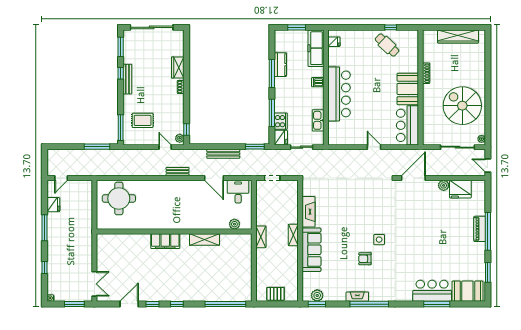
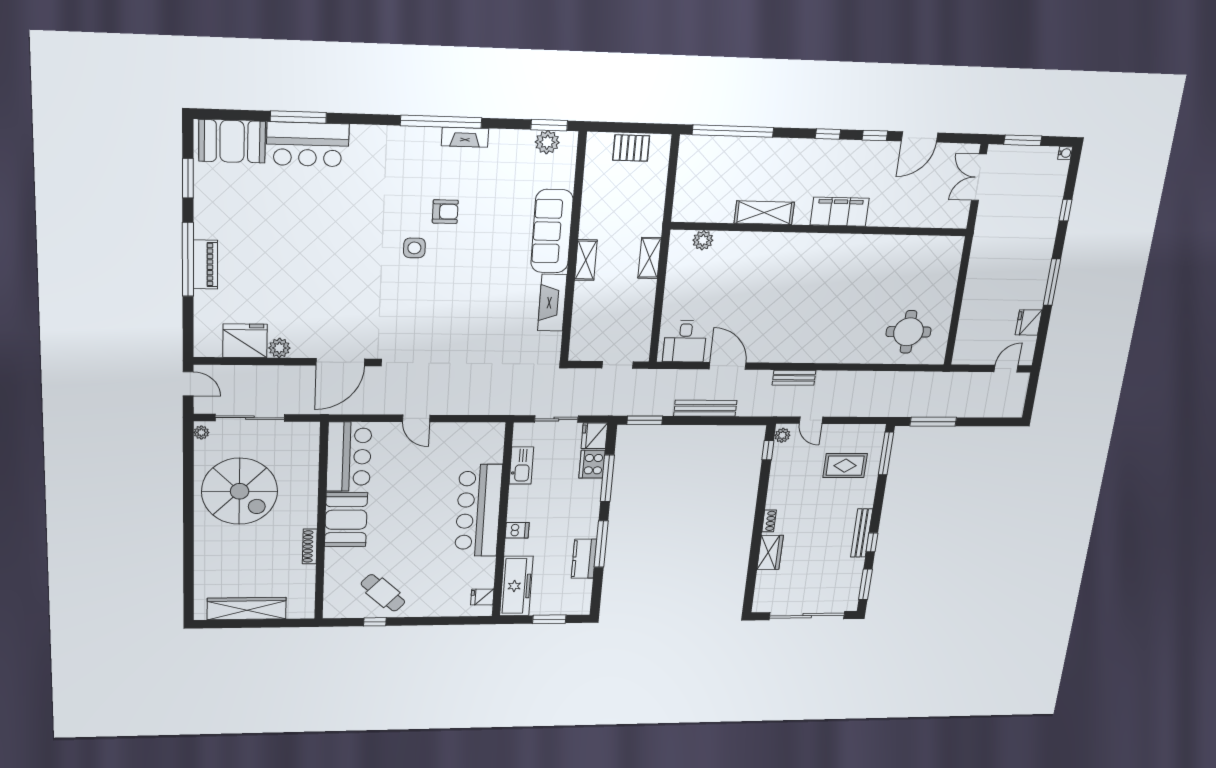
round table: (119, 198) -> (908, 332), width x0.73, depth x0.73
plant: (234, 224) -> (703, 240), moved
wall: (174, 232) -> (820, 229), moved
shelving: (204, 240) -> (764, 213), moved
filing cabinet: (165, 241) -> (840, 212), moved

